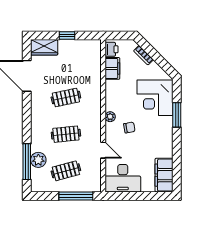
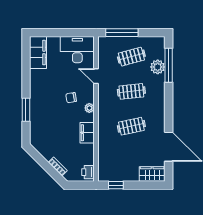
window: (67, 36) -> (116, 185), moved
filing cabinet: (112, 68) -> (87, 133), moved
corner desk: (155, 98) -> (47, 126), removed

